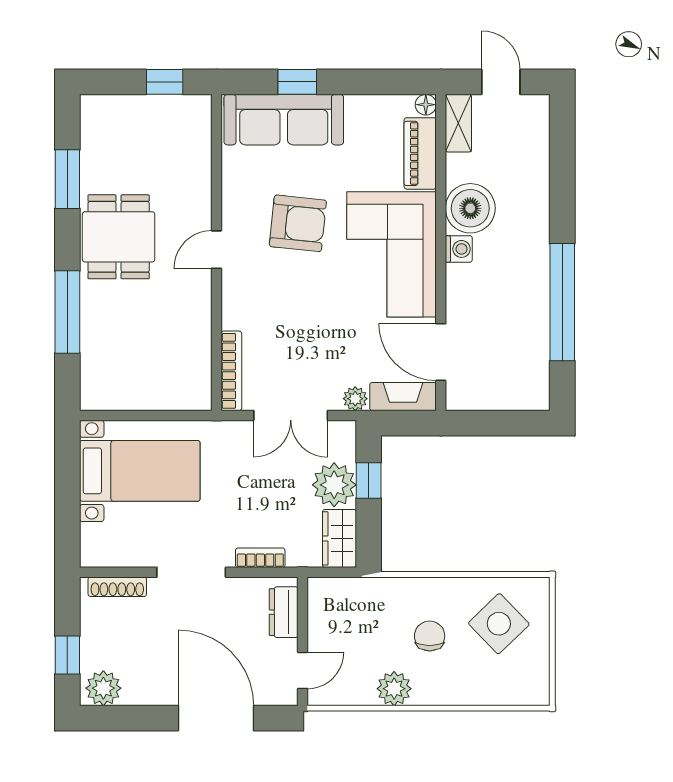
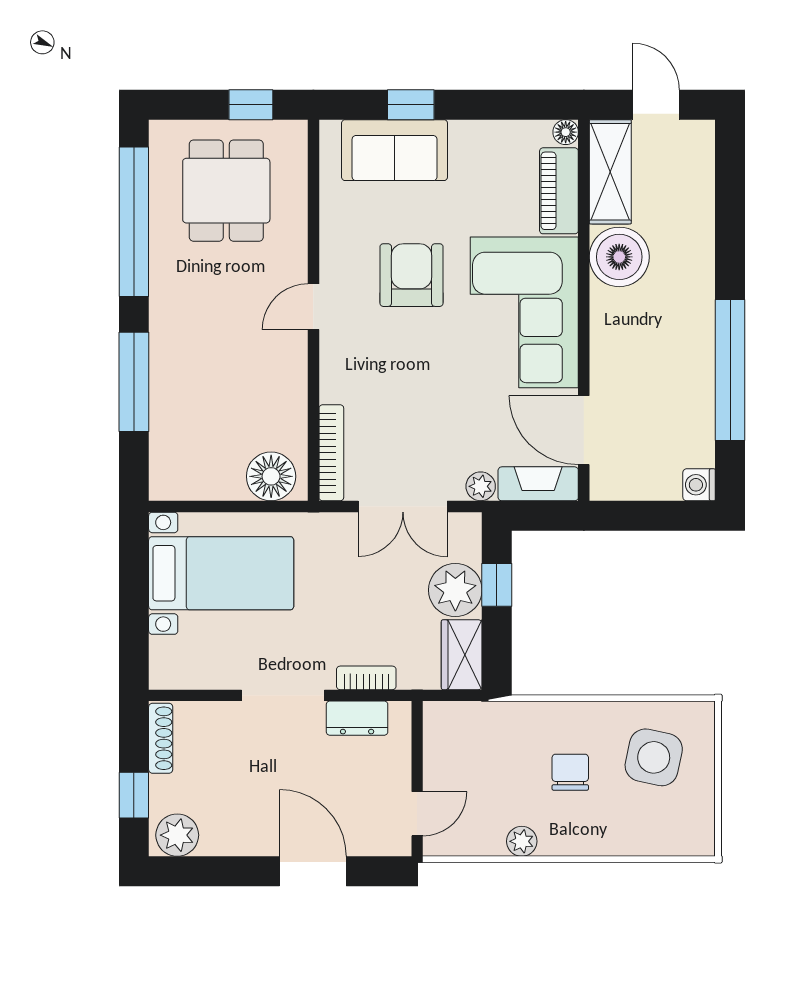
sofa: (284, 120) -> (395, 150), width x0.73
shelving: (458, 123) -> (610, 172), width x1.50, depth x1.33
window: (67, 179) -> (134, 222), width x2.11
armchair: (298, 223) -> (412, 275), turned -96
dining table: (119, 237) -> (226, 191), moved
washing machine: (459, 249) -> (699, 485), moved, turned 180
floor lamp: (181, 390) -> (271, 476), added
shoe rack: (117, 587) -> (161, 738), moved, turned -90
dresser: (284, 612) -> (357, 718), moved, turned -90
side table: (499, 624) -> (654, 757), turned -34
plant: (394, 689) -> (522, 841), width x0.73, depth x0.73
door: (216, 718) -> (313, 871), width x0.73

